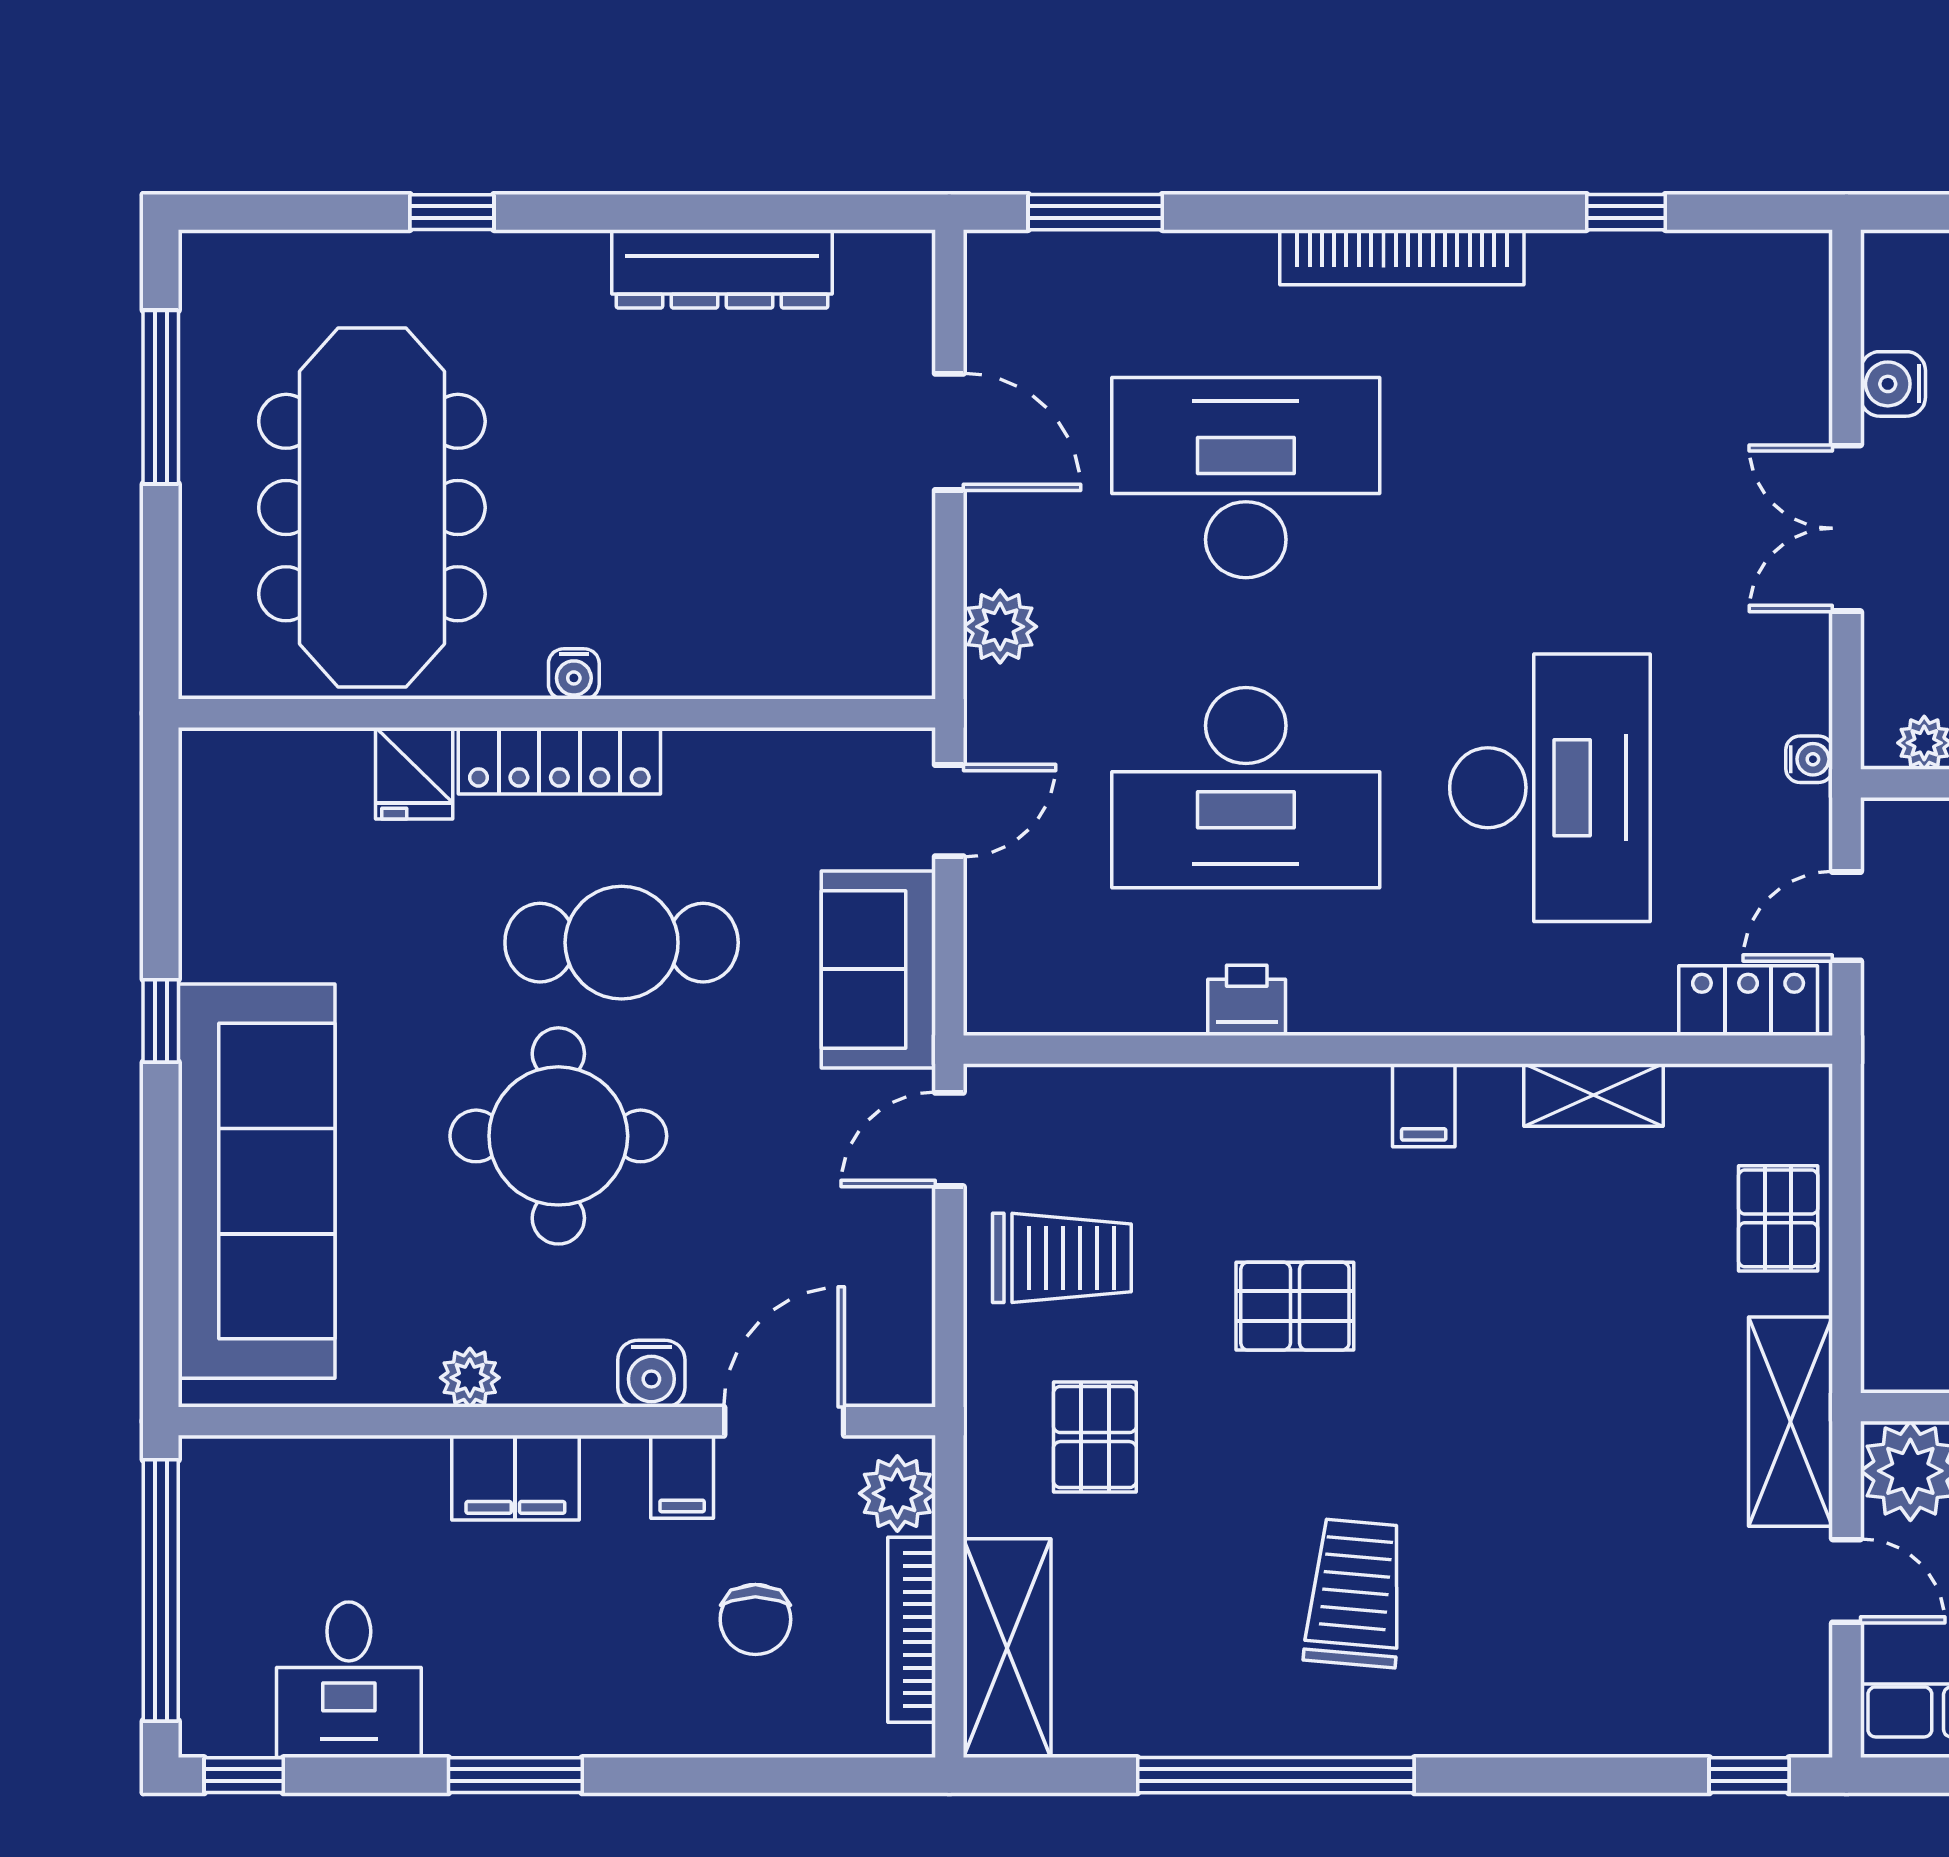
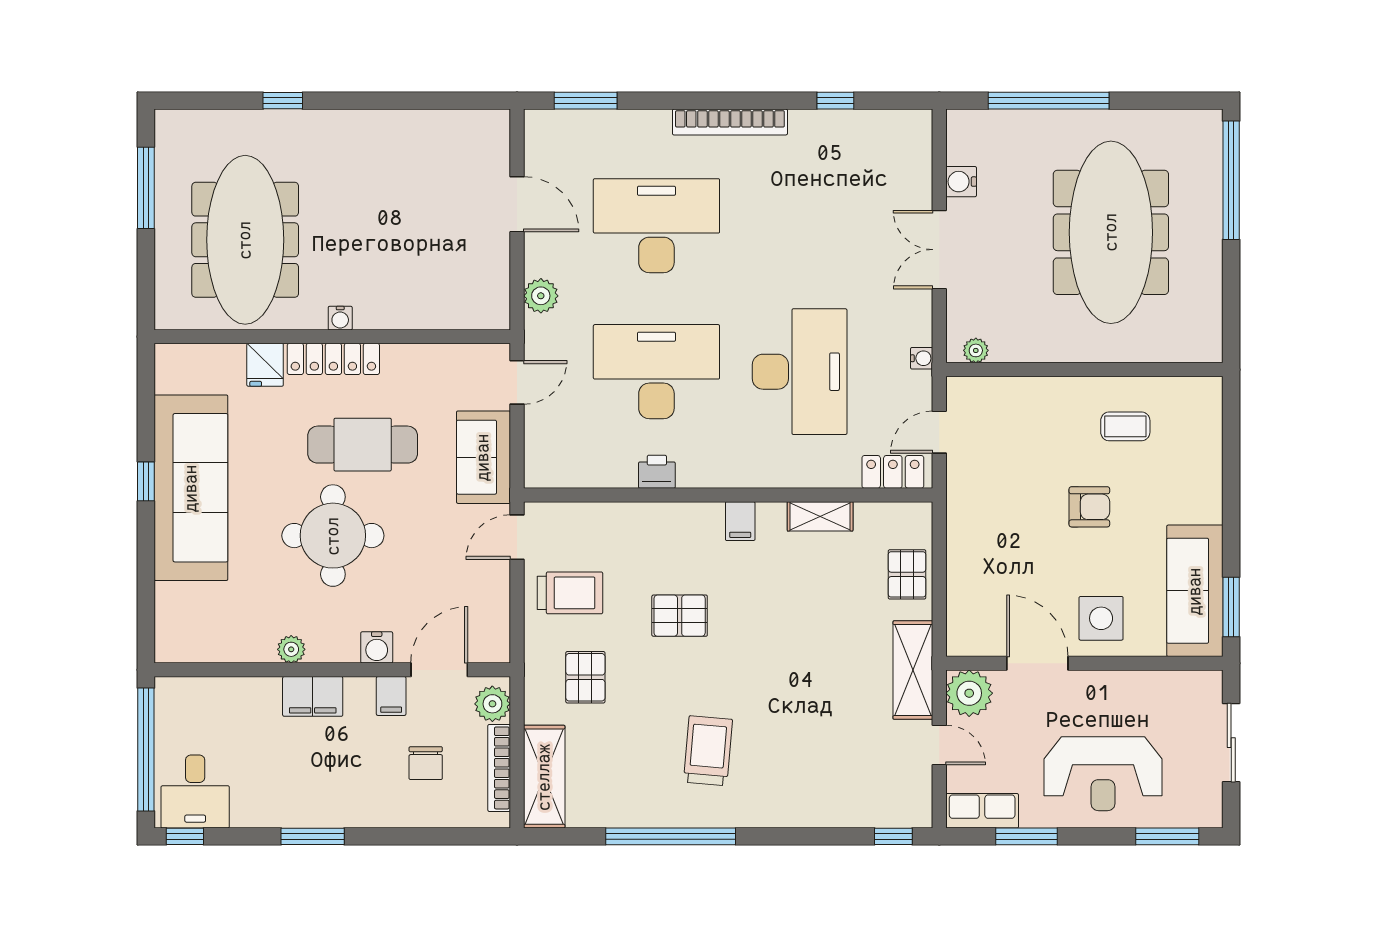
dresser: (722, 269) -> (410, 127), removed
desk: (1246, 788) -> (656, 372), turned 180
sofa: (257, 1181) -> (191, 488), moved
desk: (349, 1680) -> (195, 791), moved

